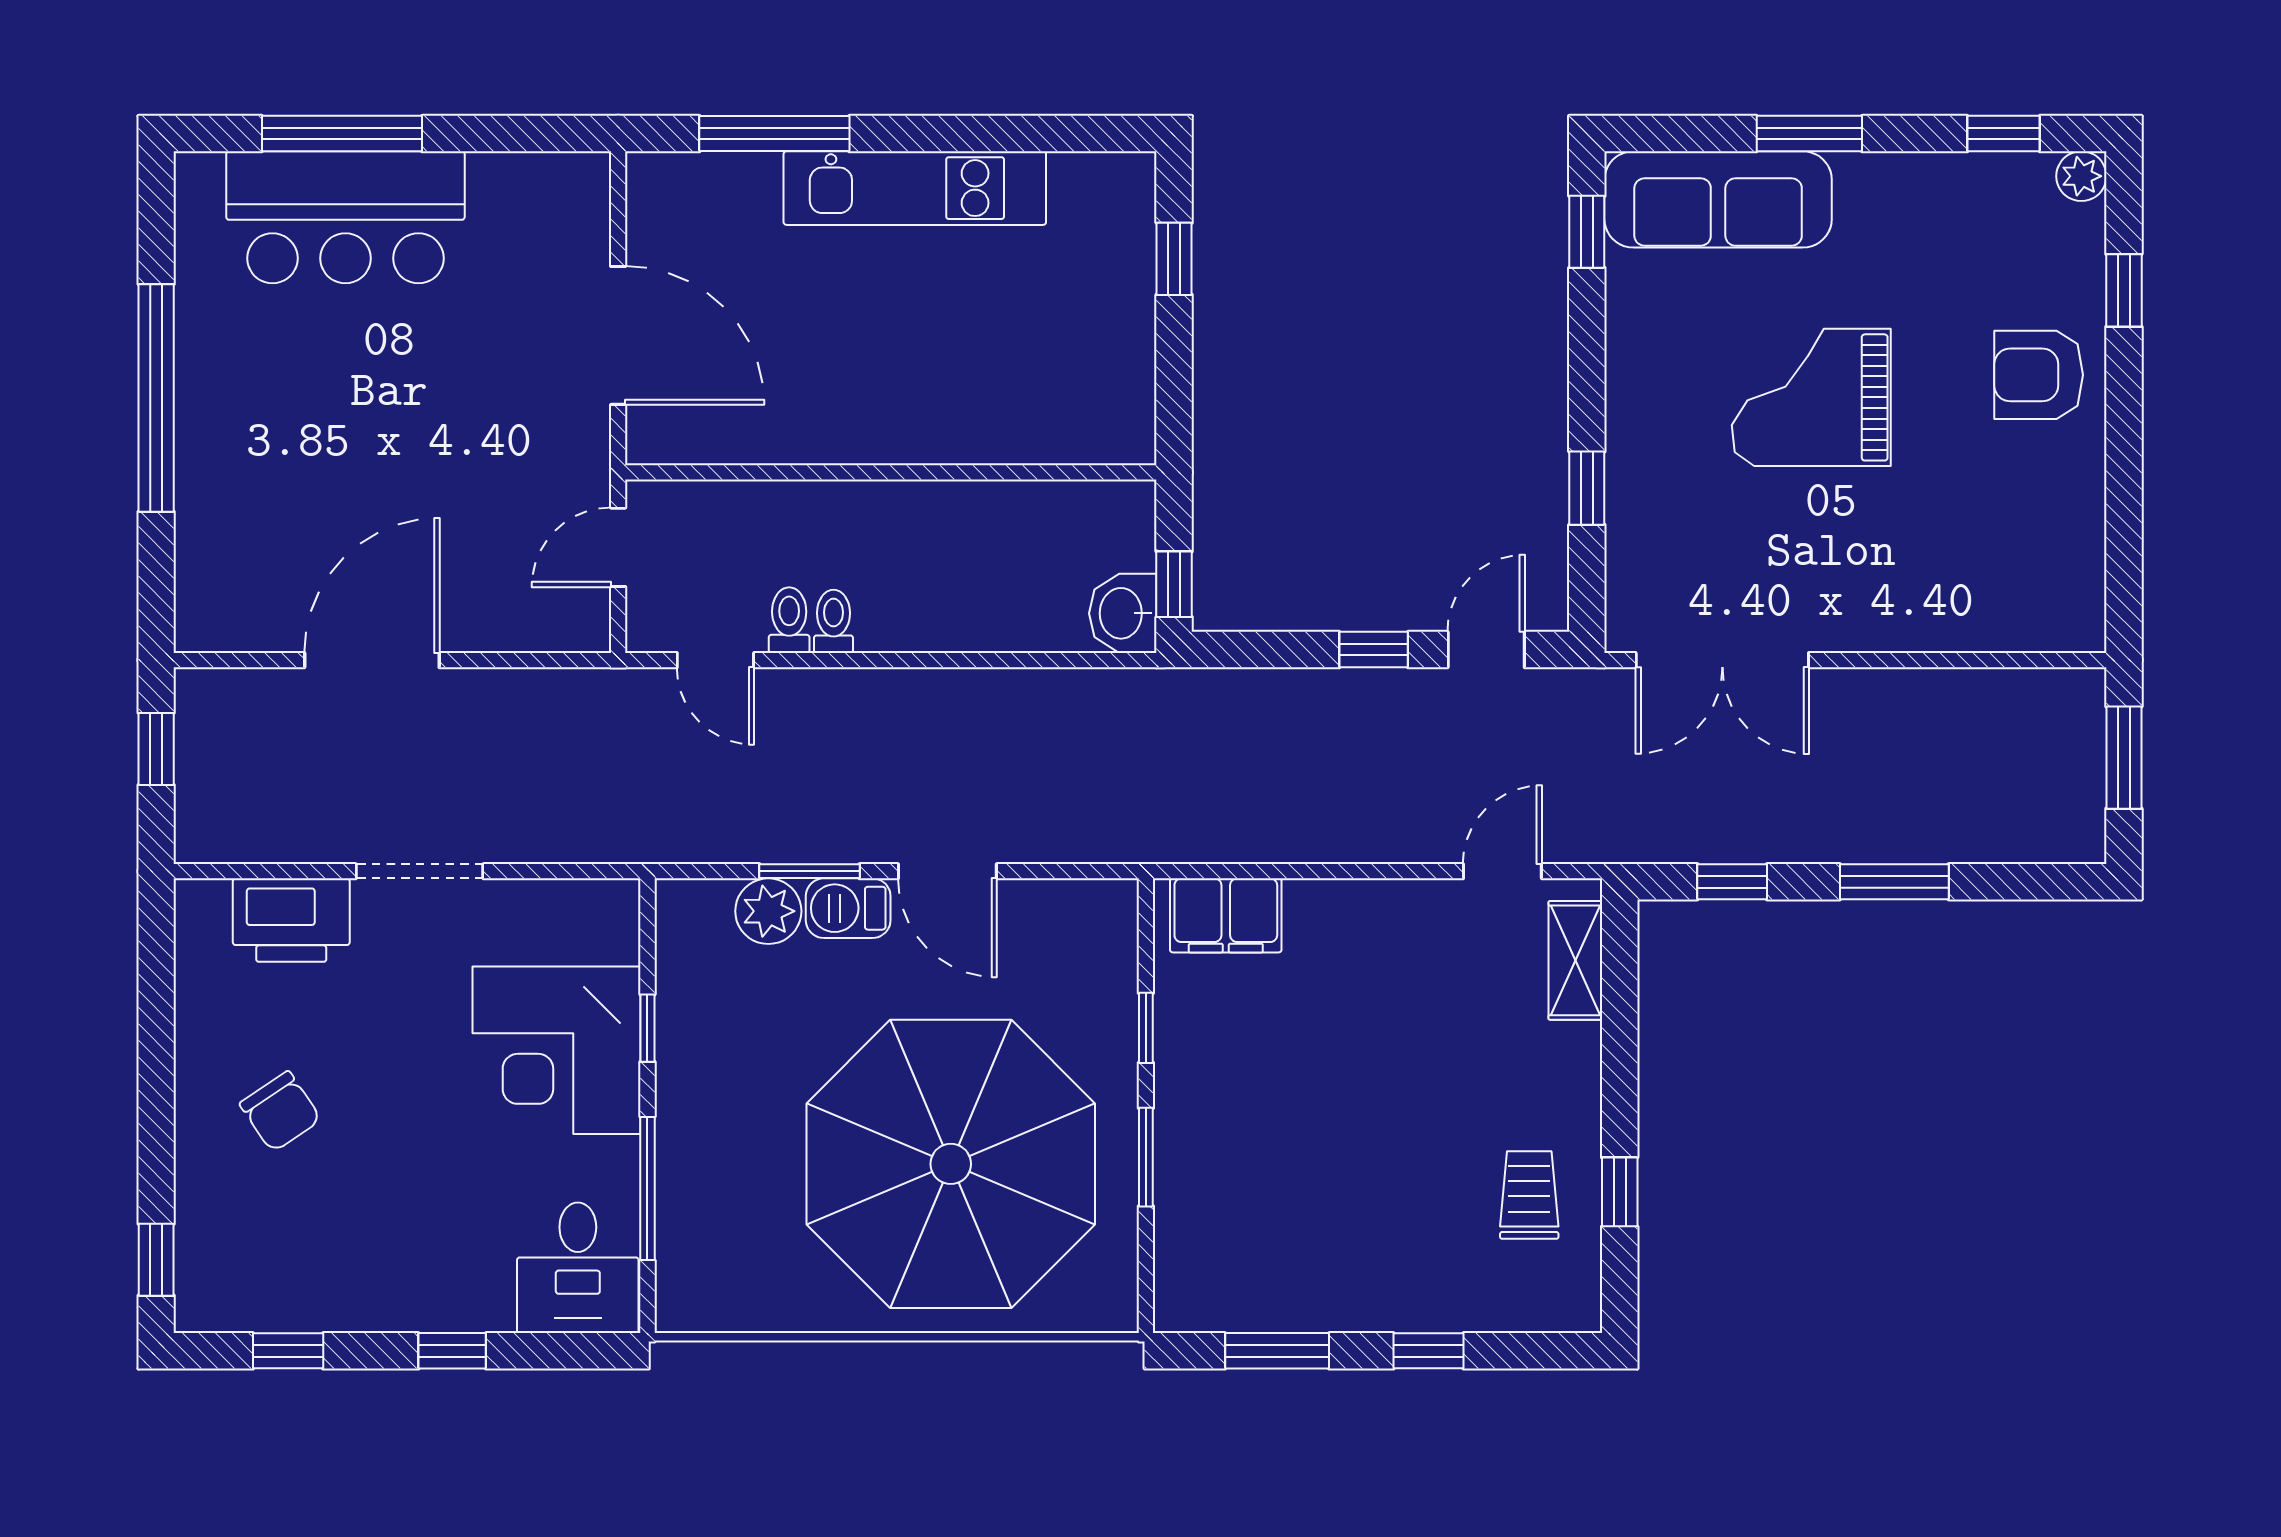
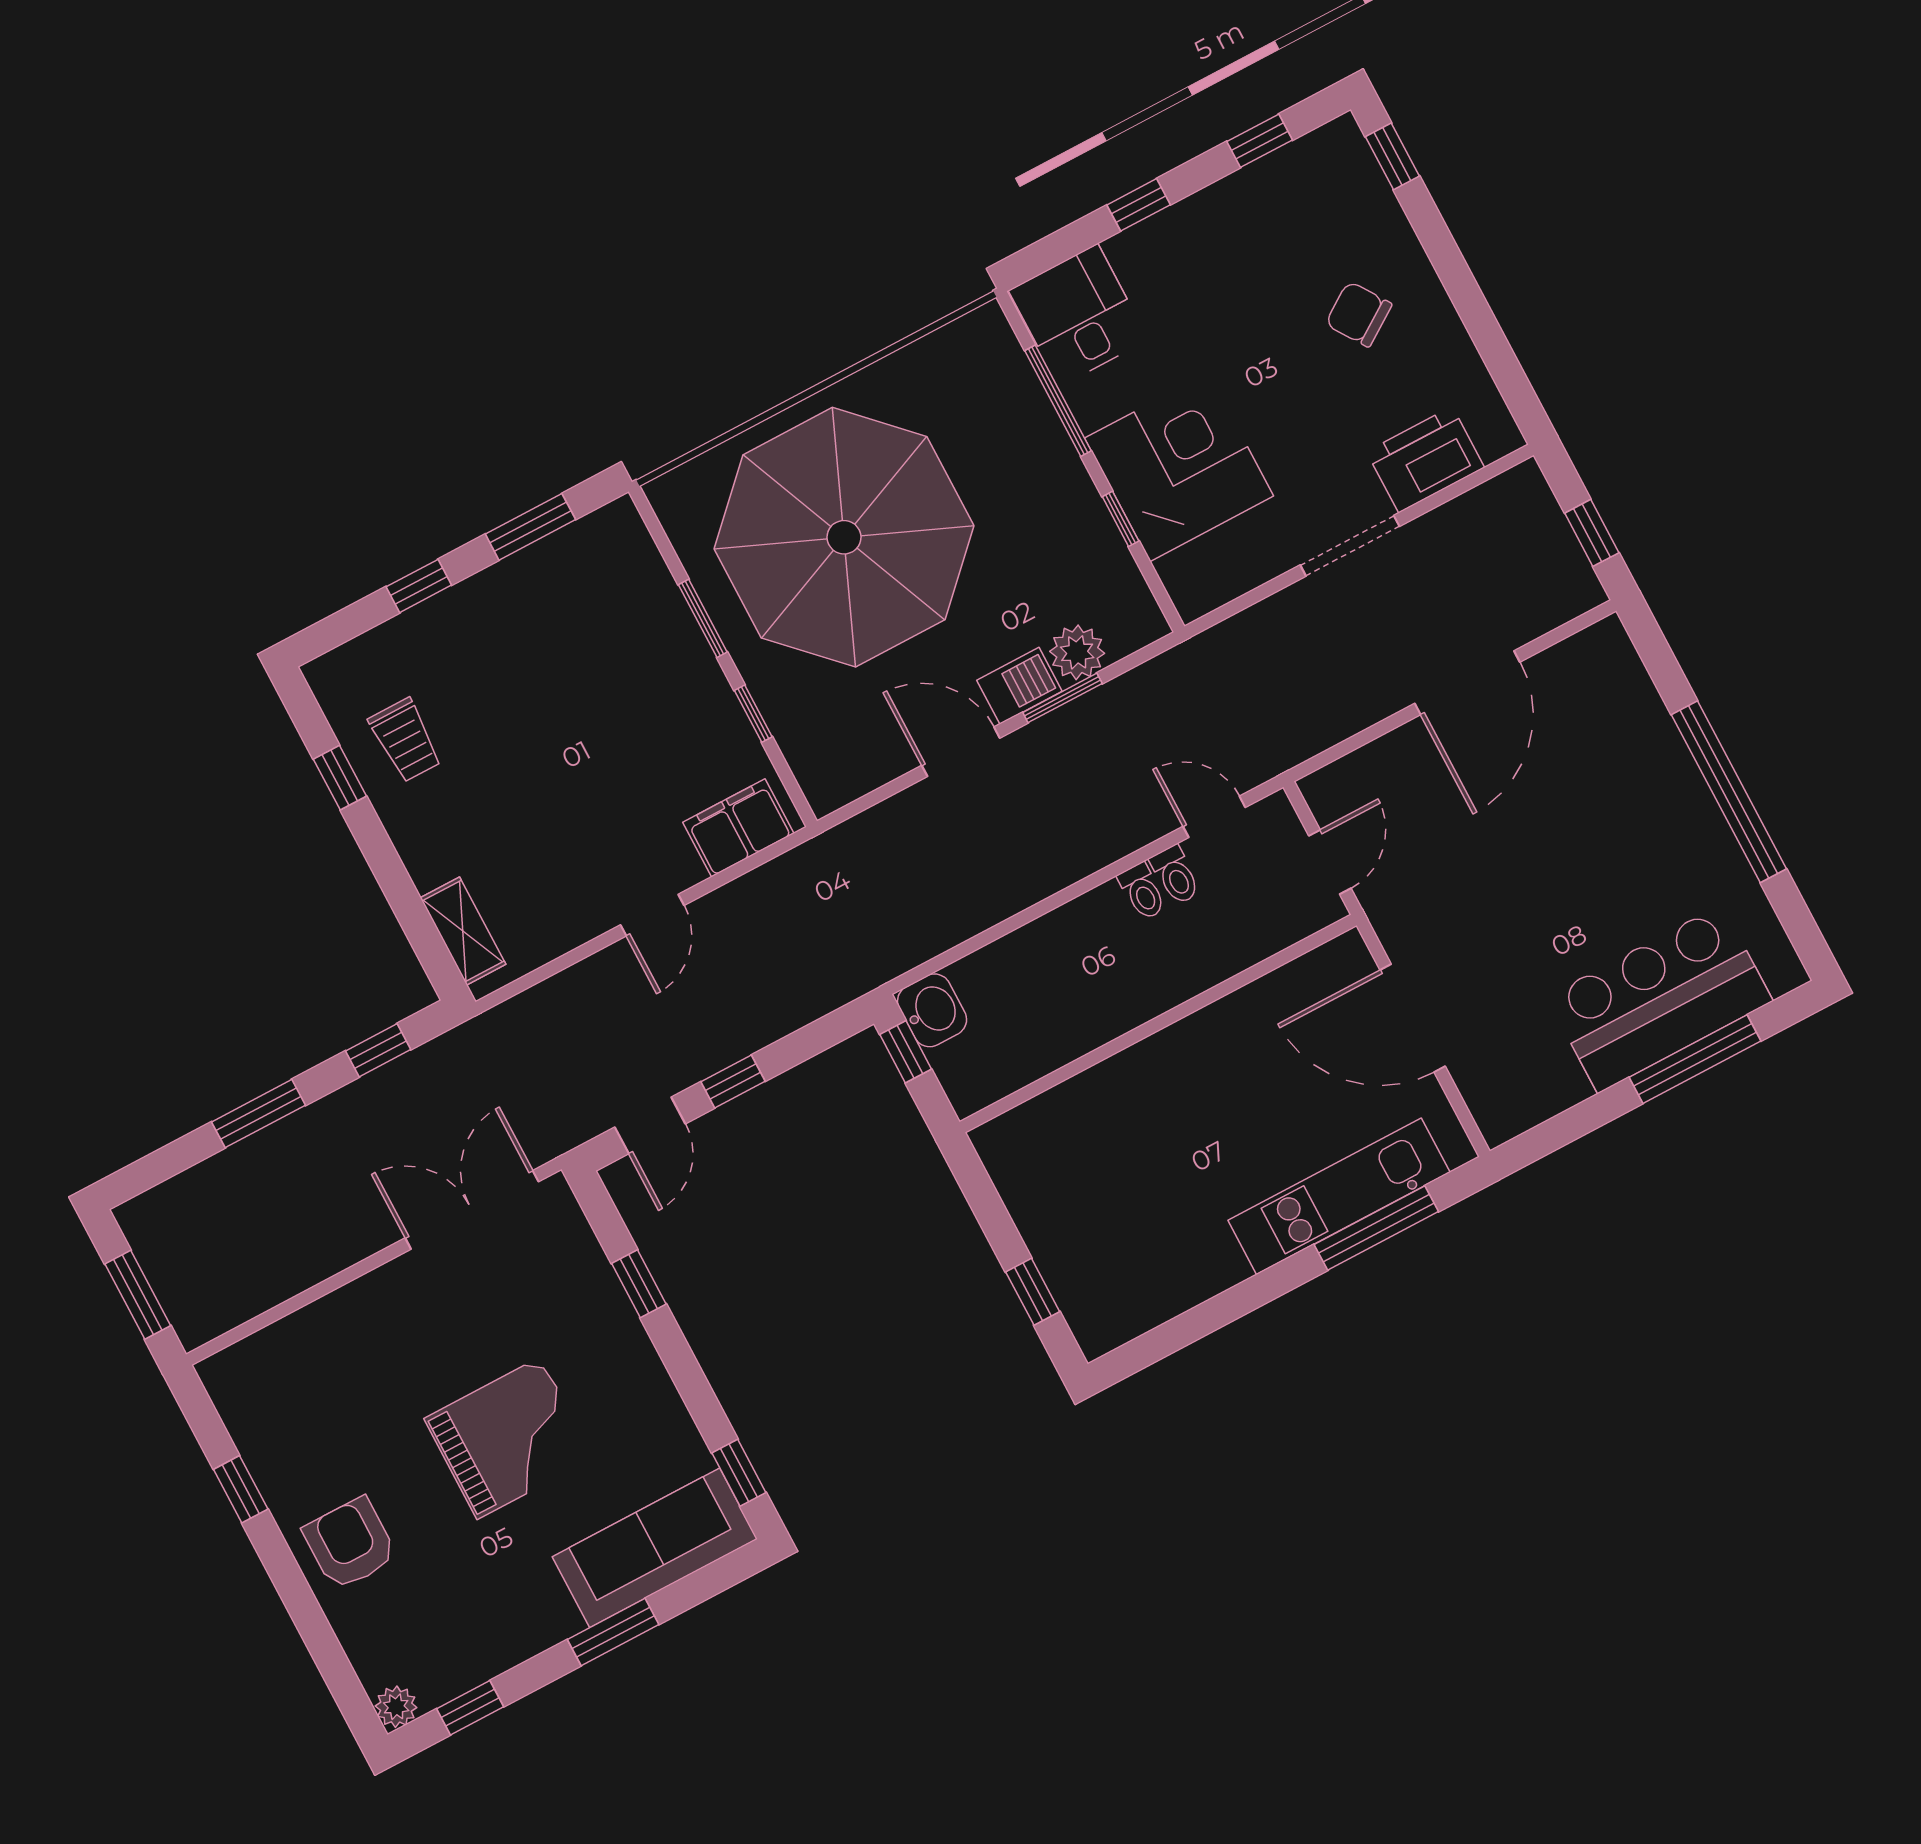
kitchen unit: (915, 188) -> (1339, 1196), moved
window: (2124, 290) -> (241, 1489), moved
armchair: (2039, 375) -> (350, 1544), turned -90
door: (1502, 871) -> (652, 915), moved

